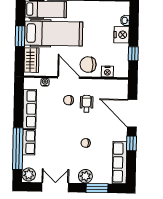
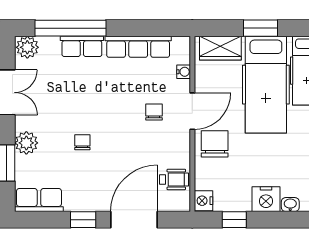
nightstand: (107, 72) -> (204, 201), moved
wheelchair: (87, 104) -> (174, 179), moved
row of seats: (120, 162) -> (39, 200), width x0.68

